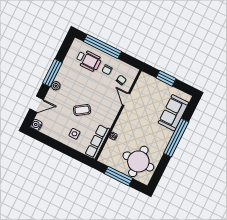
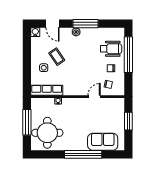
wheelchair: (89, 60) -> (111, 49), turned -90
coffee table: (82, 110) -> (57, 57), moved

